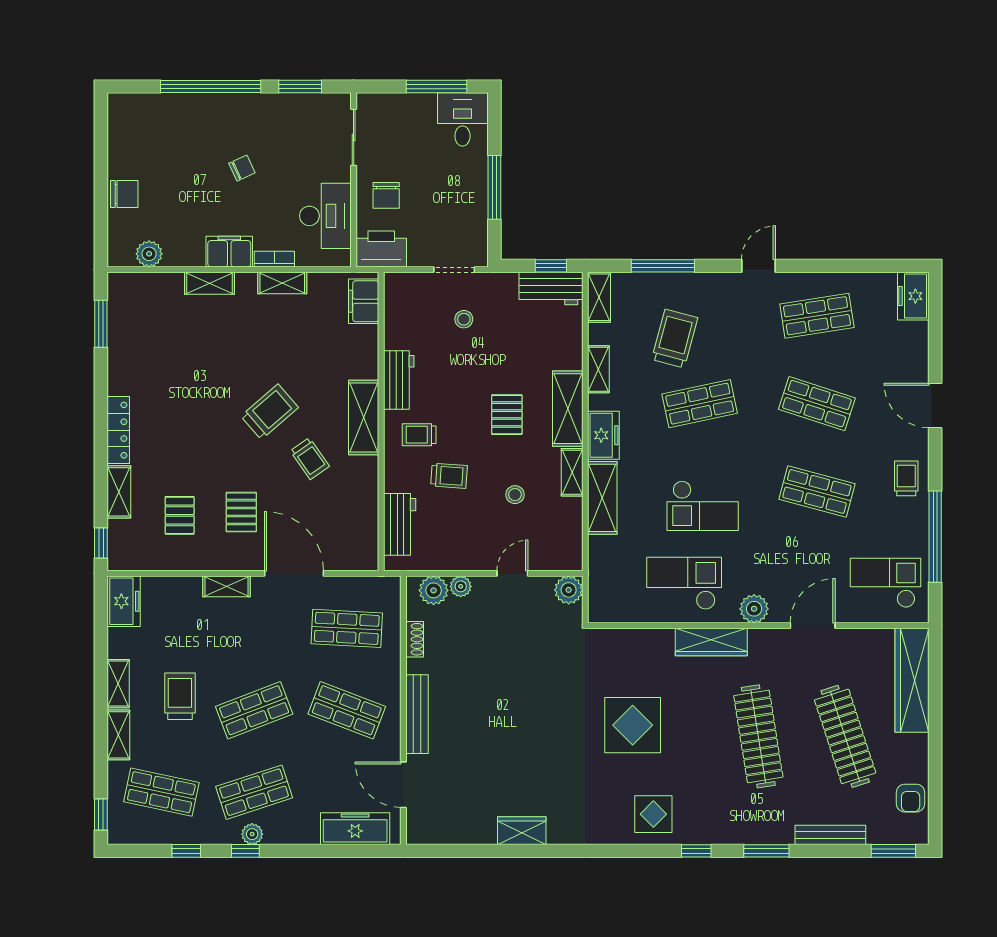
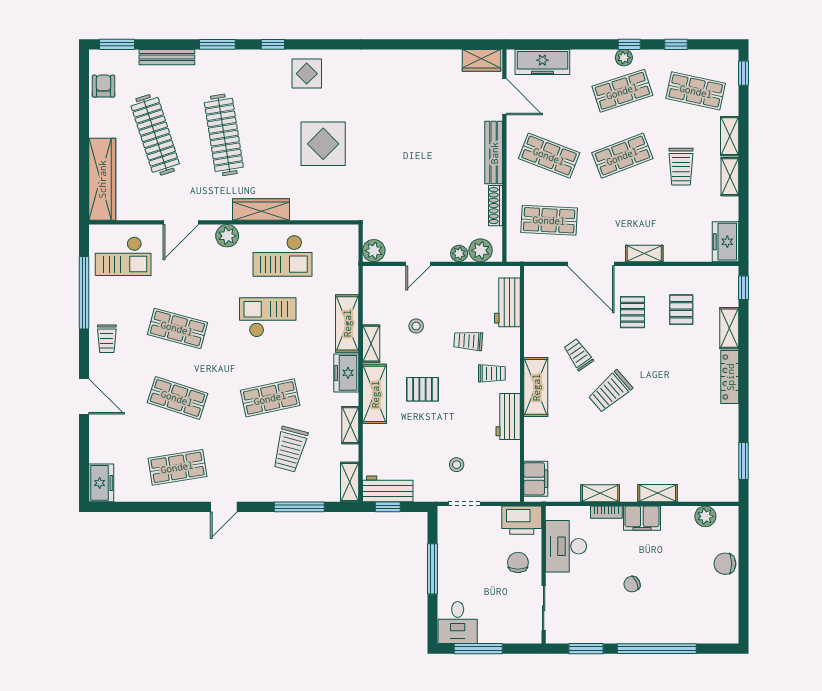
pallet: (507, 415) -> (423, 389), turned 90
shoe rack: (415, 639) -> (495, 206), width x1.43
wardrobe: (522, 831) -> (482, 60), moved

